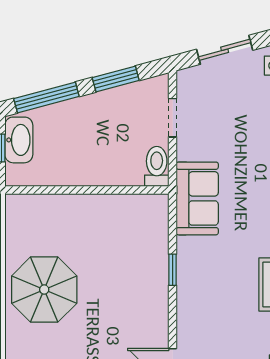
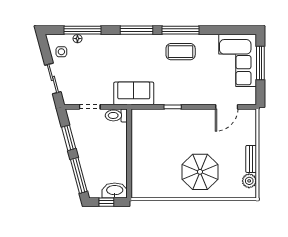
washbasin: (19, 140) -> (115, 191), moved
parasol: (44, 290) -> (200, 172), moved

